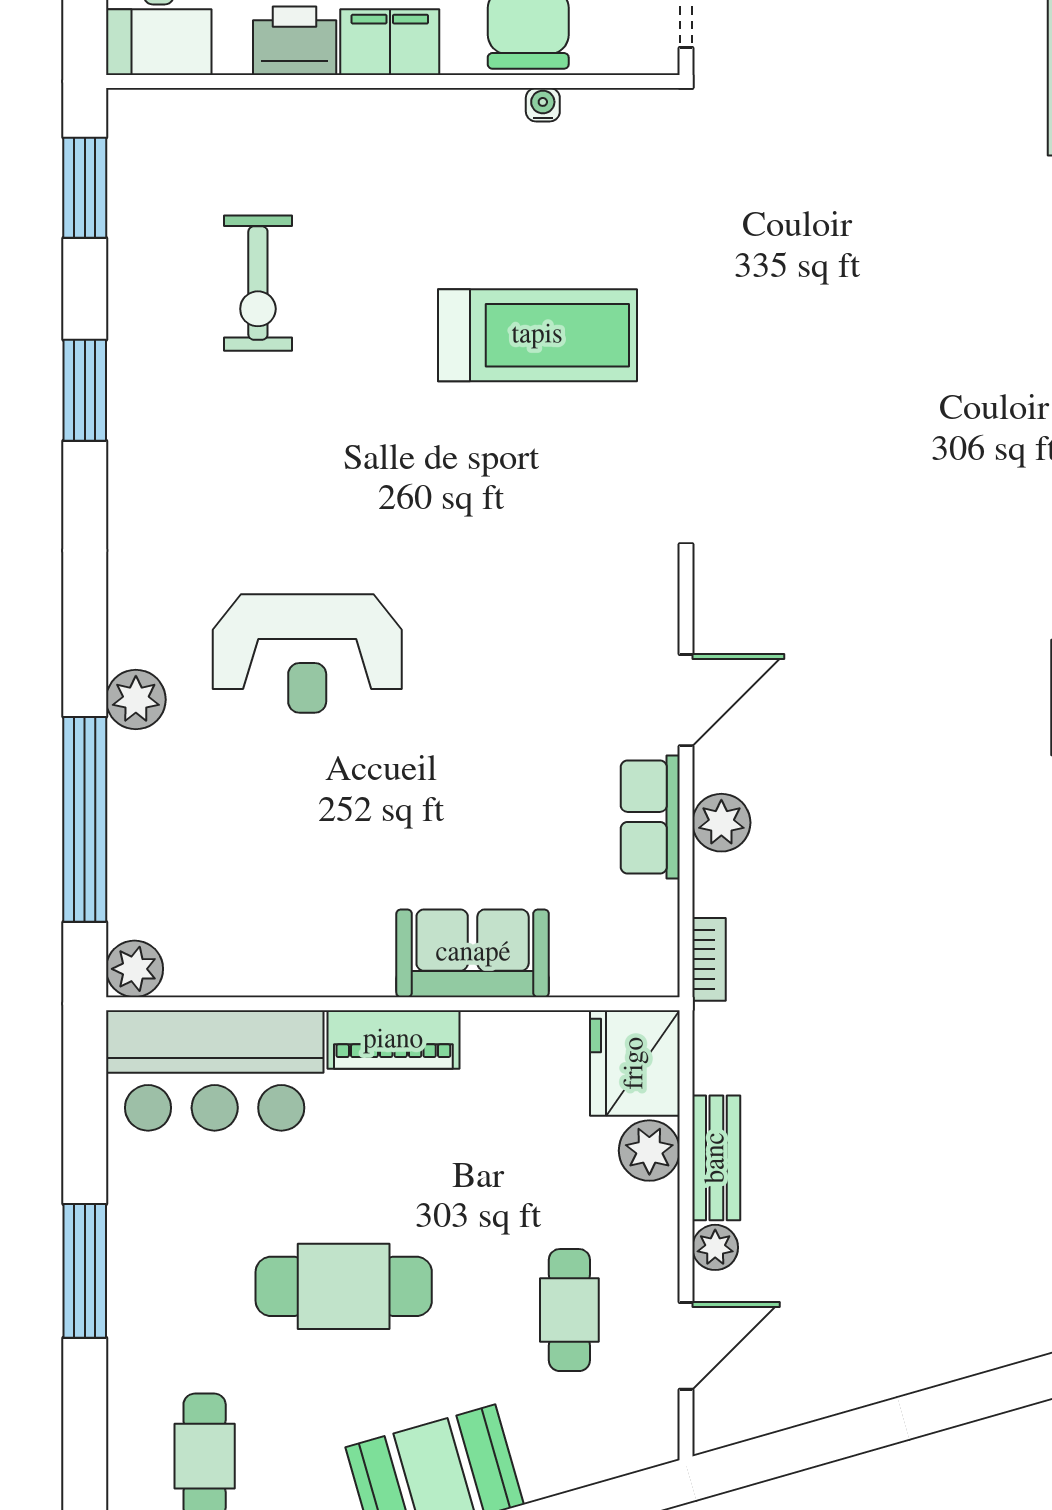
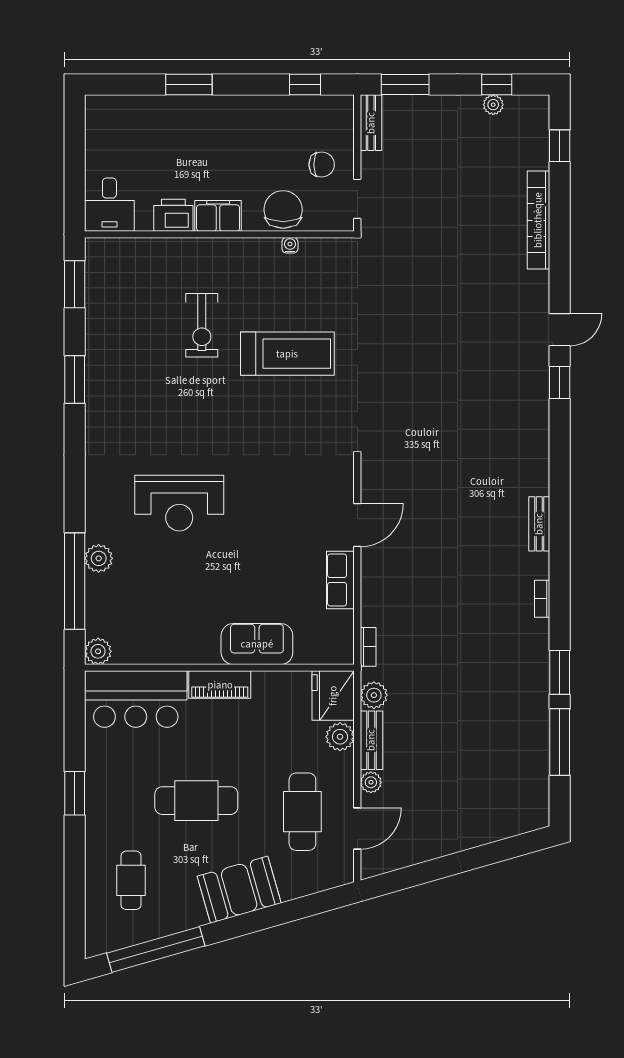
exercise bike: (258, 283) -> (202, 325), moved
plant: (136, 700) -> (99, 558), moved
plant: (721, 823) -> (374, 695), moved
window: (85, 1271) -> (75, 793), width x0.69
cafe table: (569, 1310) -> (302, 812), width x1.37, depth x1.35

